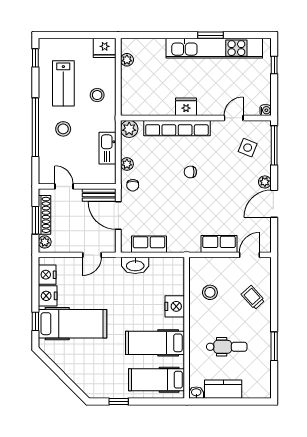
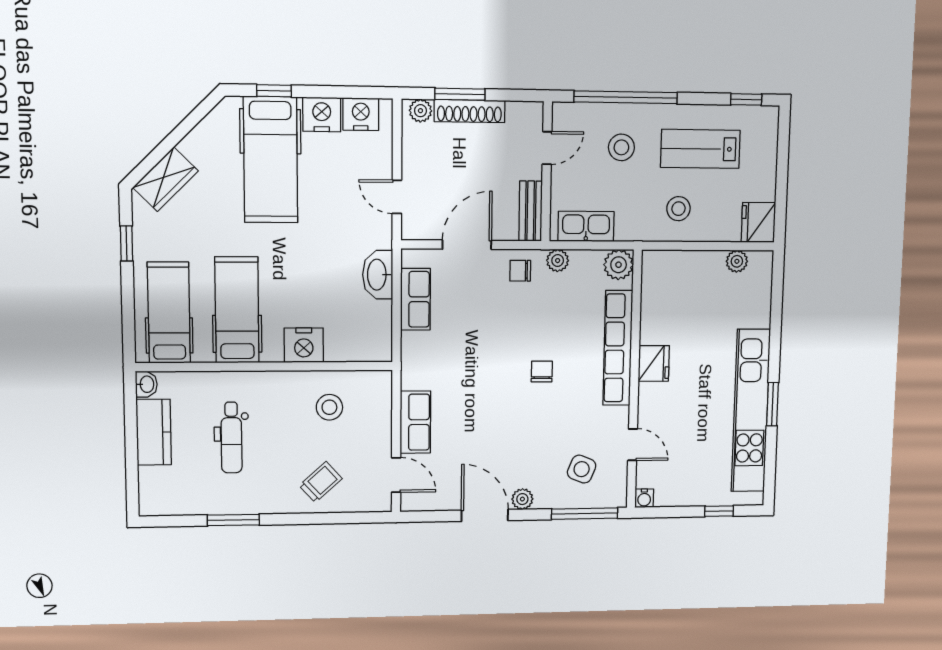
door: (64, 186) -> (547, 148), moved
wall: (77, 186) -> (547, 172), moved
bench: (99, 195) -> (531, 211), moved
wardrobe: (84, 380) -> (166, 179), added

